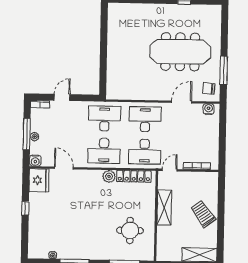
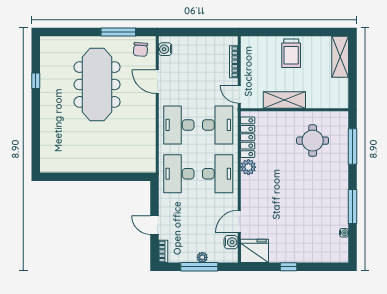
water cooler: (35, 161) -> (231, 242), moved
trolley: (203, 214) -> (291, 53), turned -54

